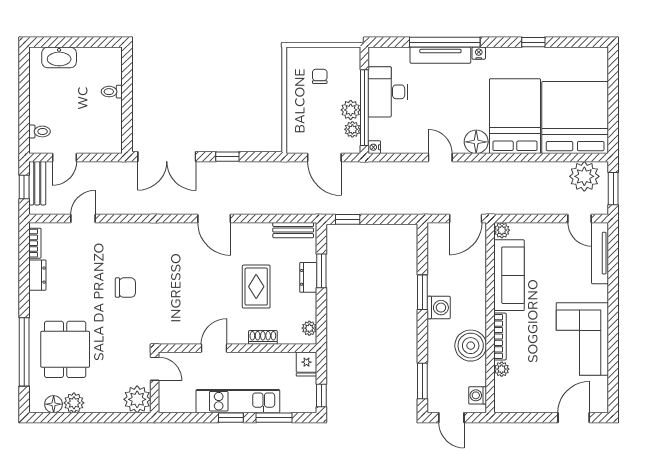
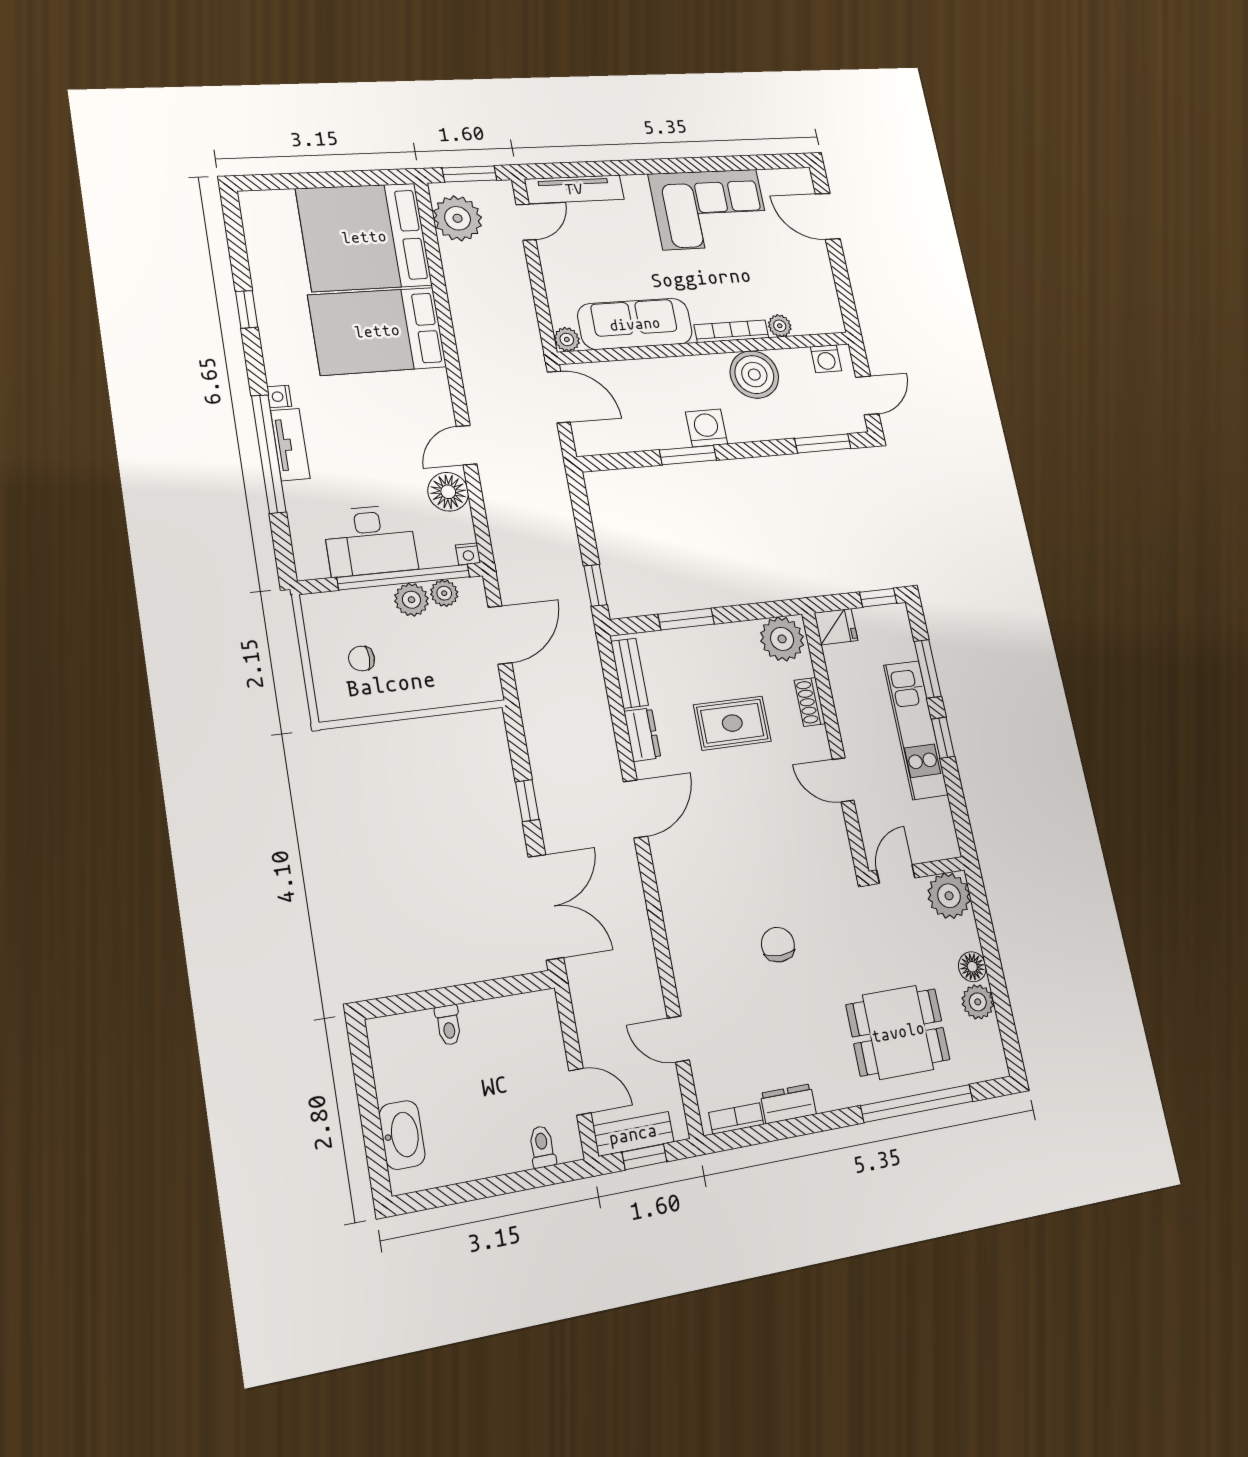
tv unit: (440, 55) -> (290, 445), width x0.71
floor lamp: (476, 142) -> (448, 492), moved
dresser: (308, 277) -> (642, 735), moved, turned -90
plant: (309, 328) -> (782, 639), width x1.88, depth x1.88
floor lamp: (54, 404) -> (972, 967), moved

